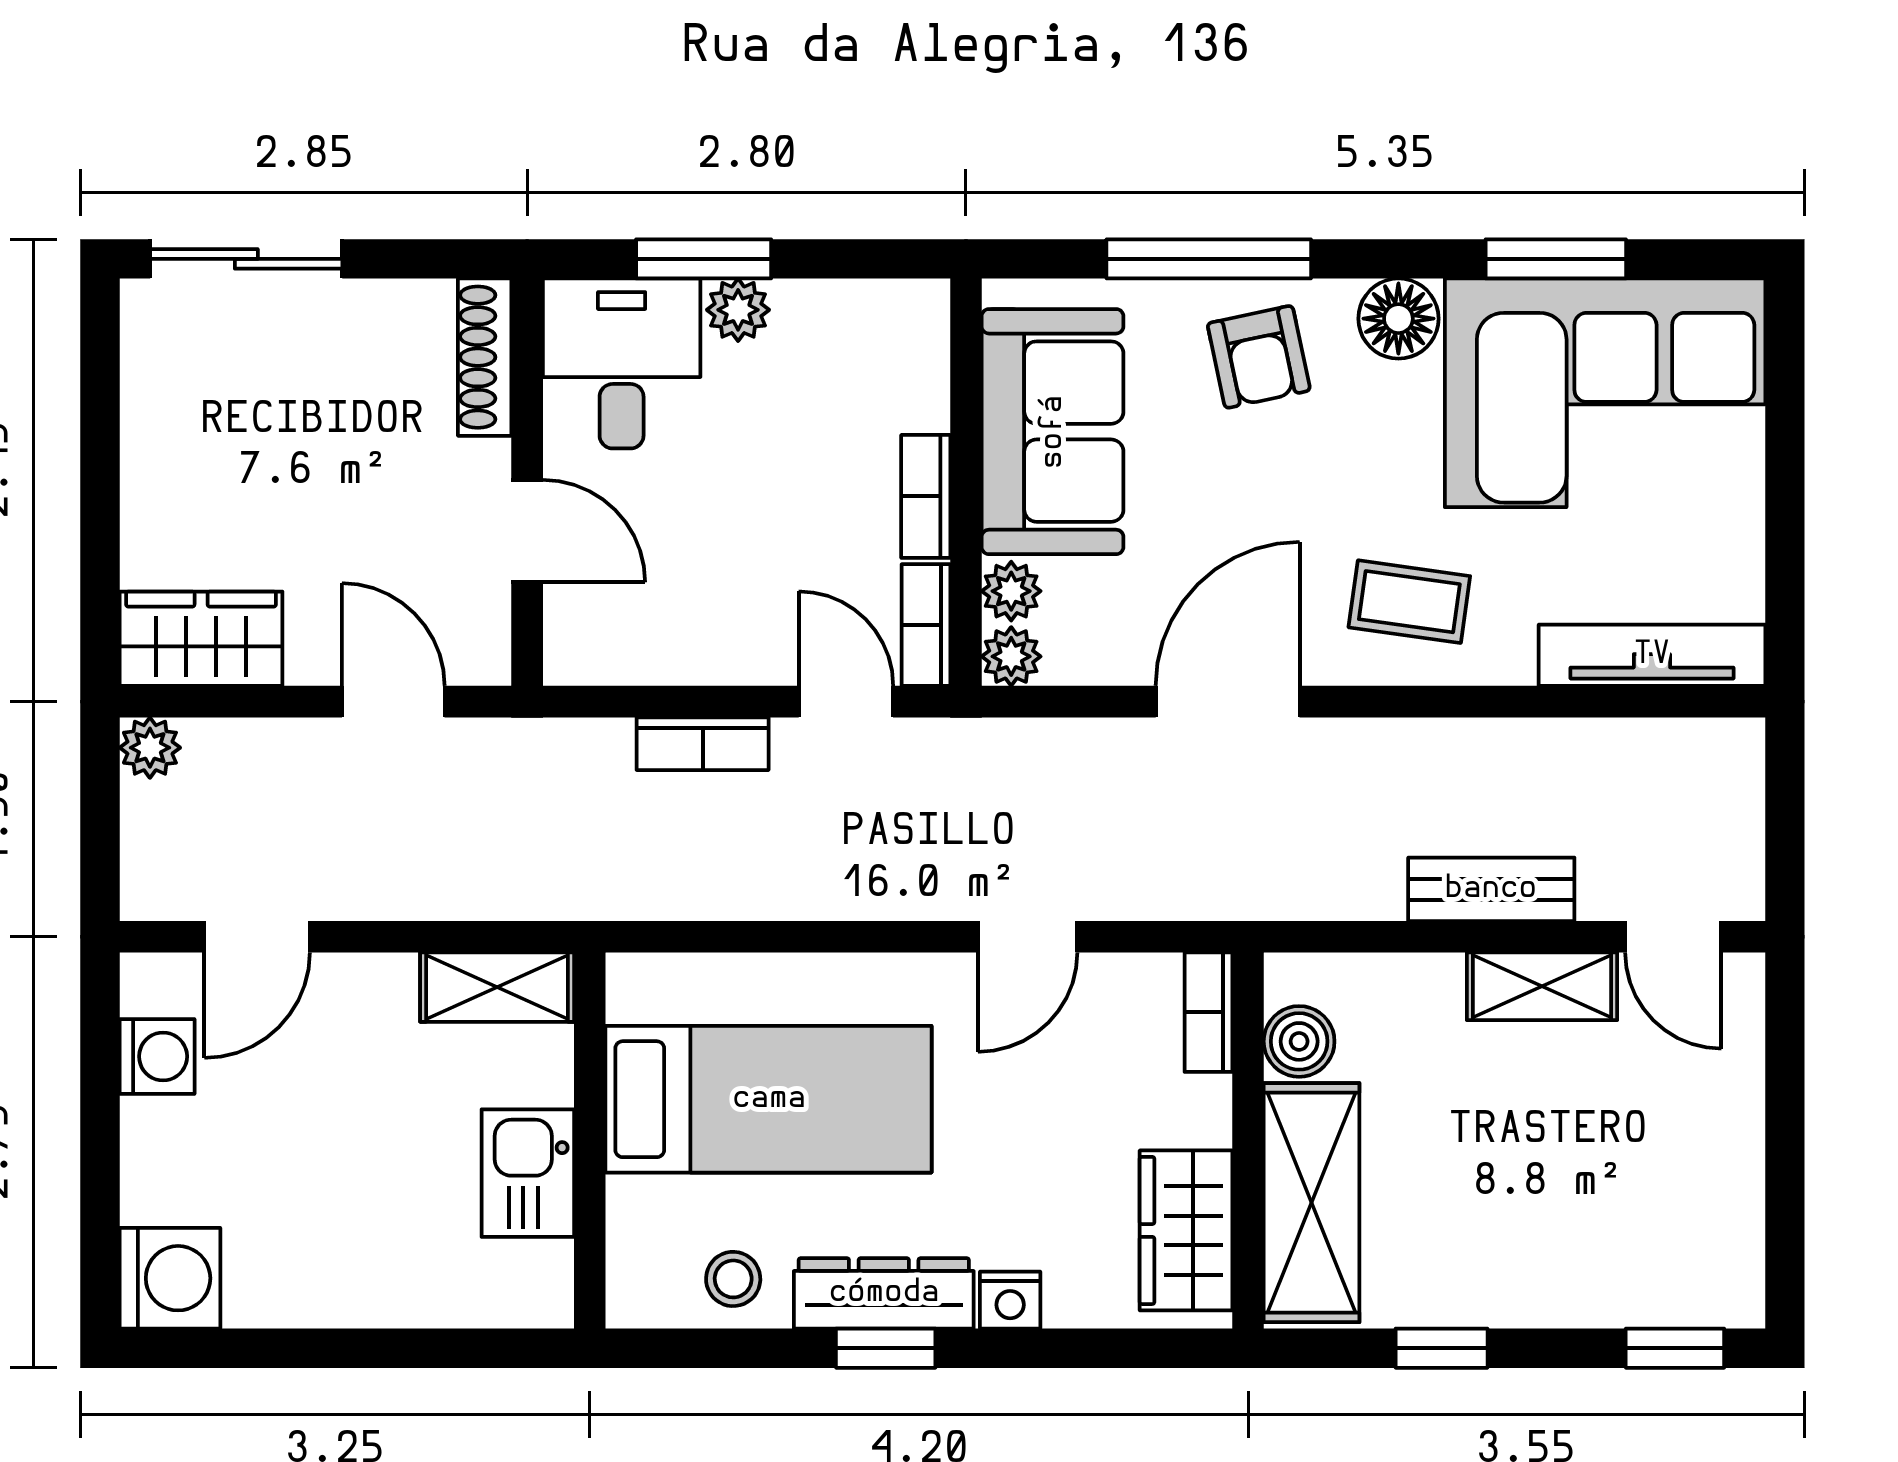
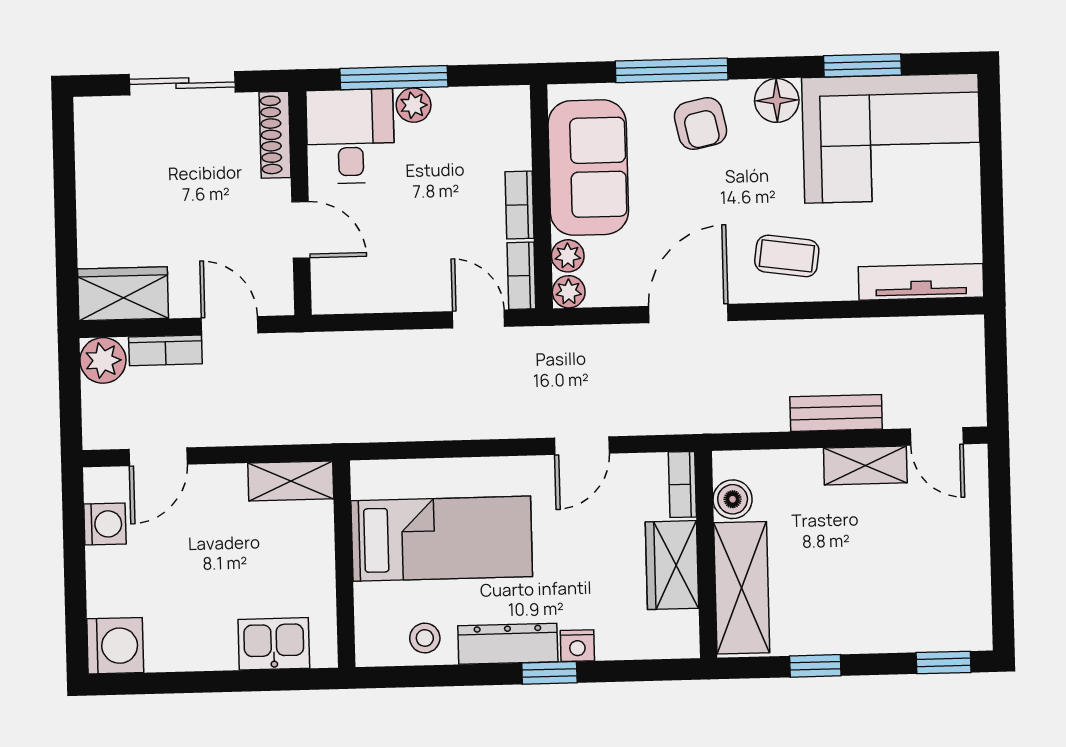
sliding door: (246, 259) -> (182, 83), moved
window: (704, 259) -> (394, 78), width x1.44
bookcase: (703, 744) -> (165, 350), moved
plant: (150, 748) -> (103, 360), width x1.38, depth x1.38
kitchen sink: (528, 1173) -> (274, 644), moved, turned 90
wardrobe: (1186, 1230) -> (672, 565), moved
window: (886, 1348) -> (549, 673), moved

